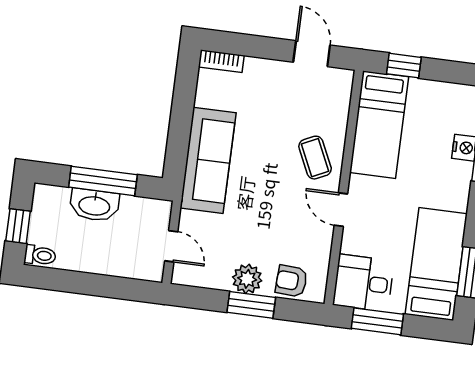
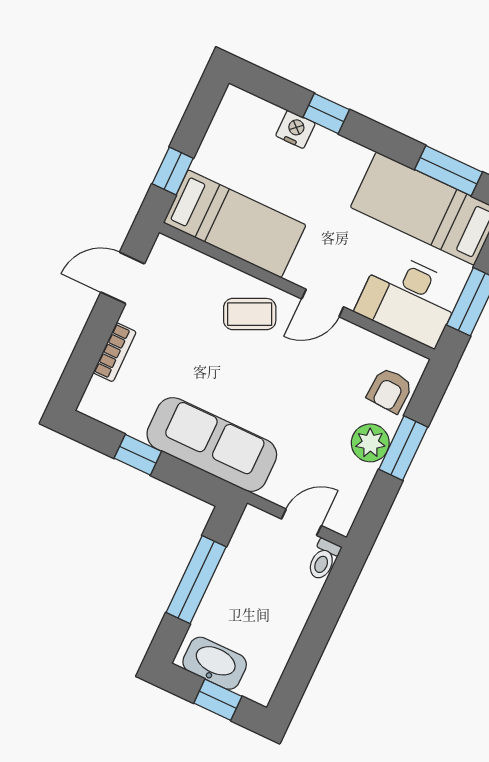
bookcase: (221, 61) -> (115, 352), moved
window: (183, 107) -> (138, 455), added
washbasin: (94, 205) -> (215, 663), moved, turned -90
toilet: (40, 255) -> (323, 559), moved, turned 180
desk: (363, 283) -> (409, 299), width x1.37

